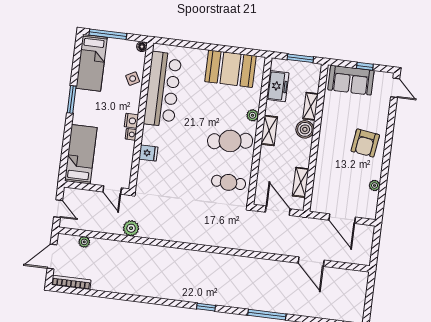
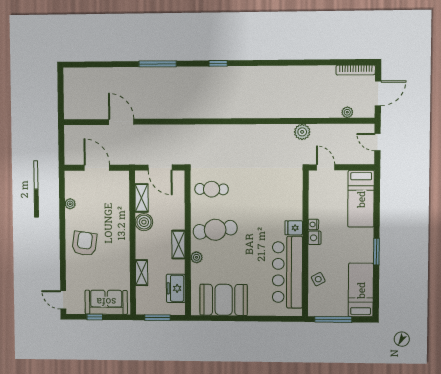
window: (108, 34) -> (333, 319), moved
floor lamp: (142, 47) -> (313, 311), removed
boiler: (305, 129) -> (144, 222), moved
fridge: (148, 153) -> (294, 228), moved

